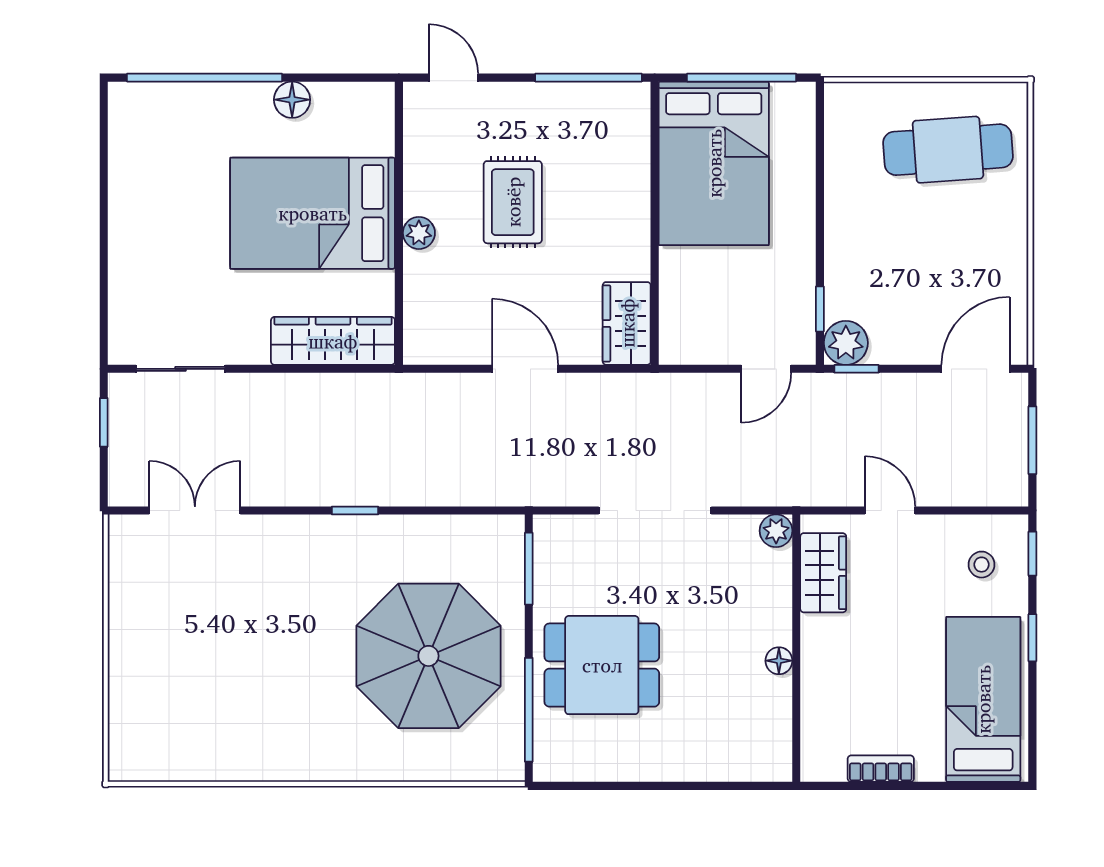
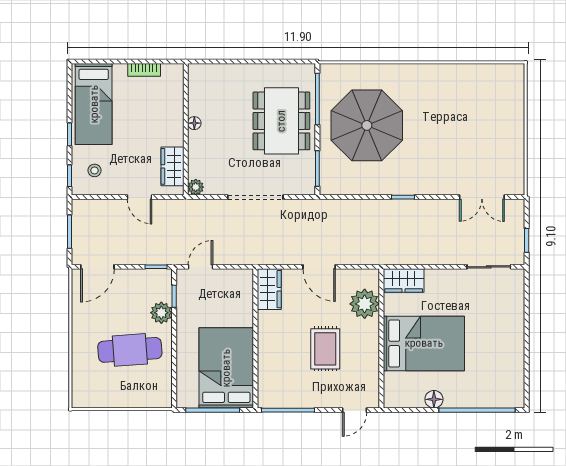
door: (453, 78) -> (355, 410), hinge flipped
cafe table: (948, 150) -> (130, 350), moved
plant: (419, 233) -> (365, 304), moved, width x1.88, depth x1.88
wardrobe: (333, 341) -> (404, 281), width x0.67
plant: (846, 343) -> (161, 313), moved
dining table: (602, 665) -> (281, 121), width x1.37

